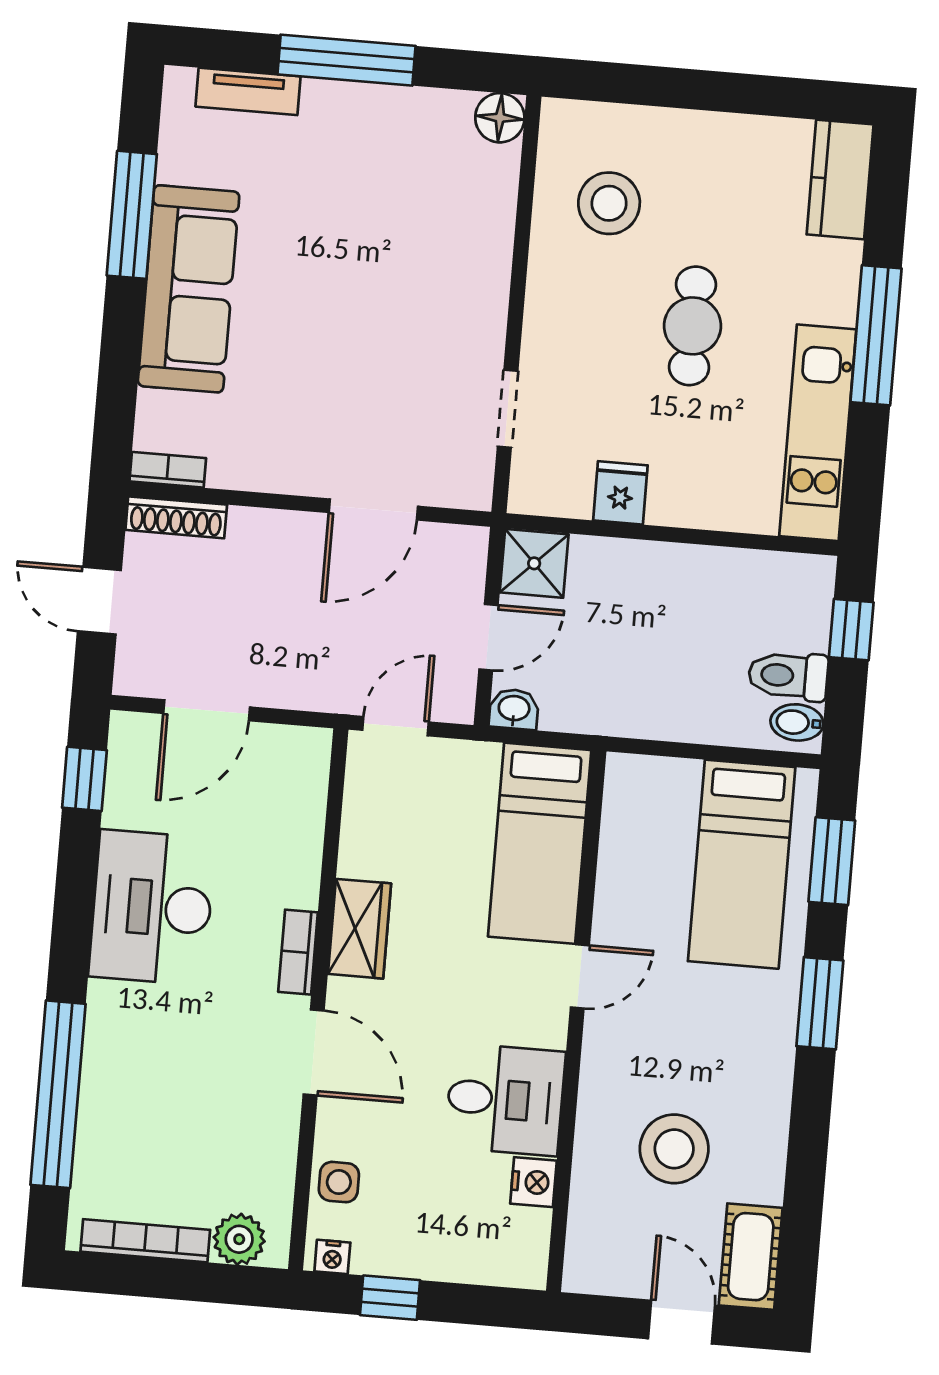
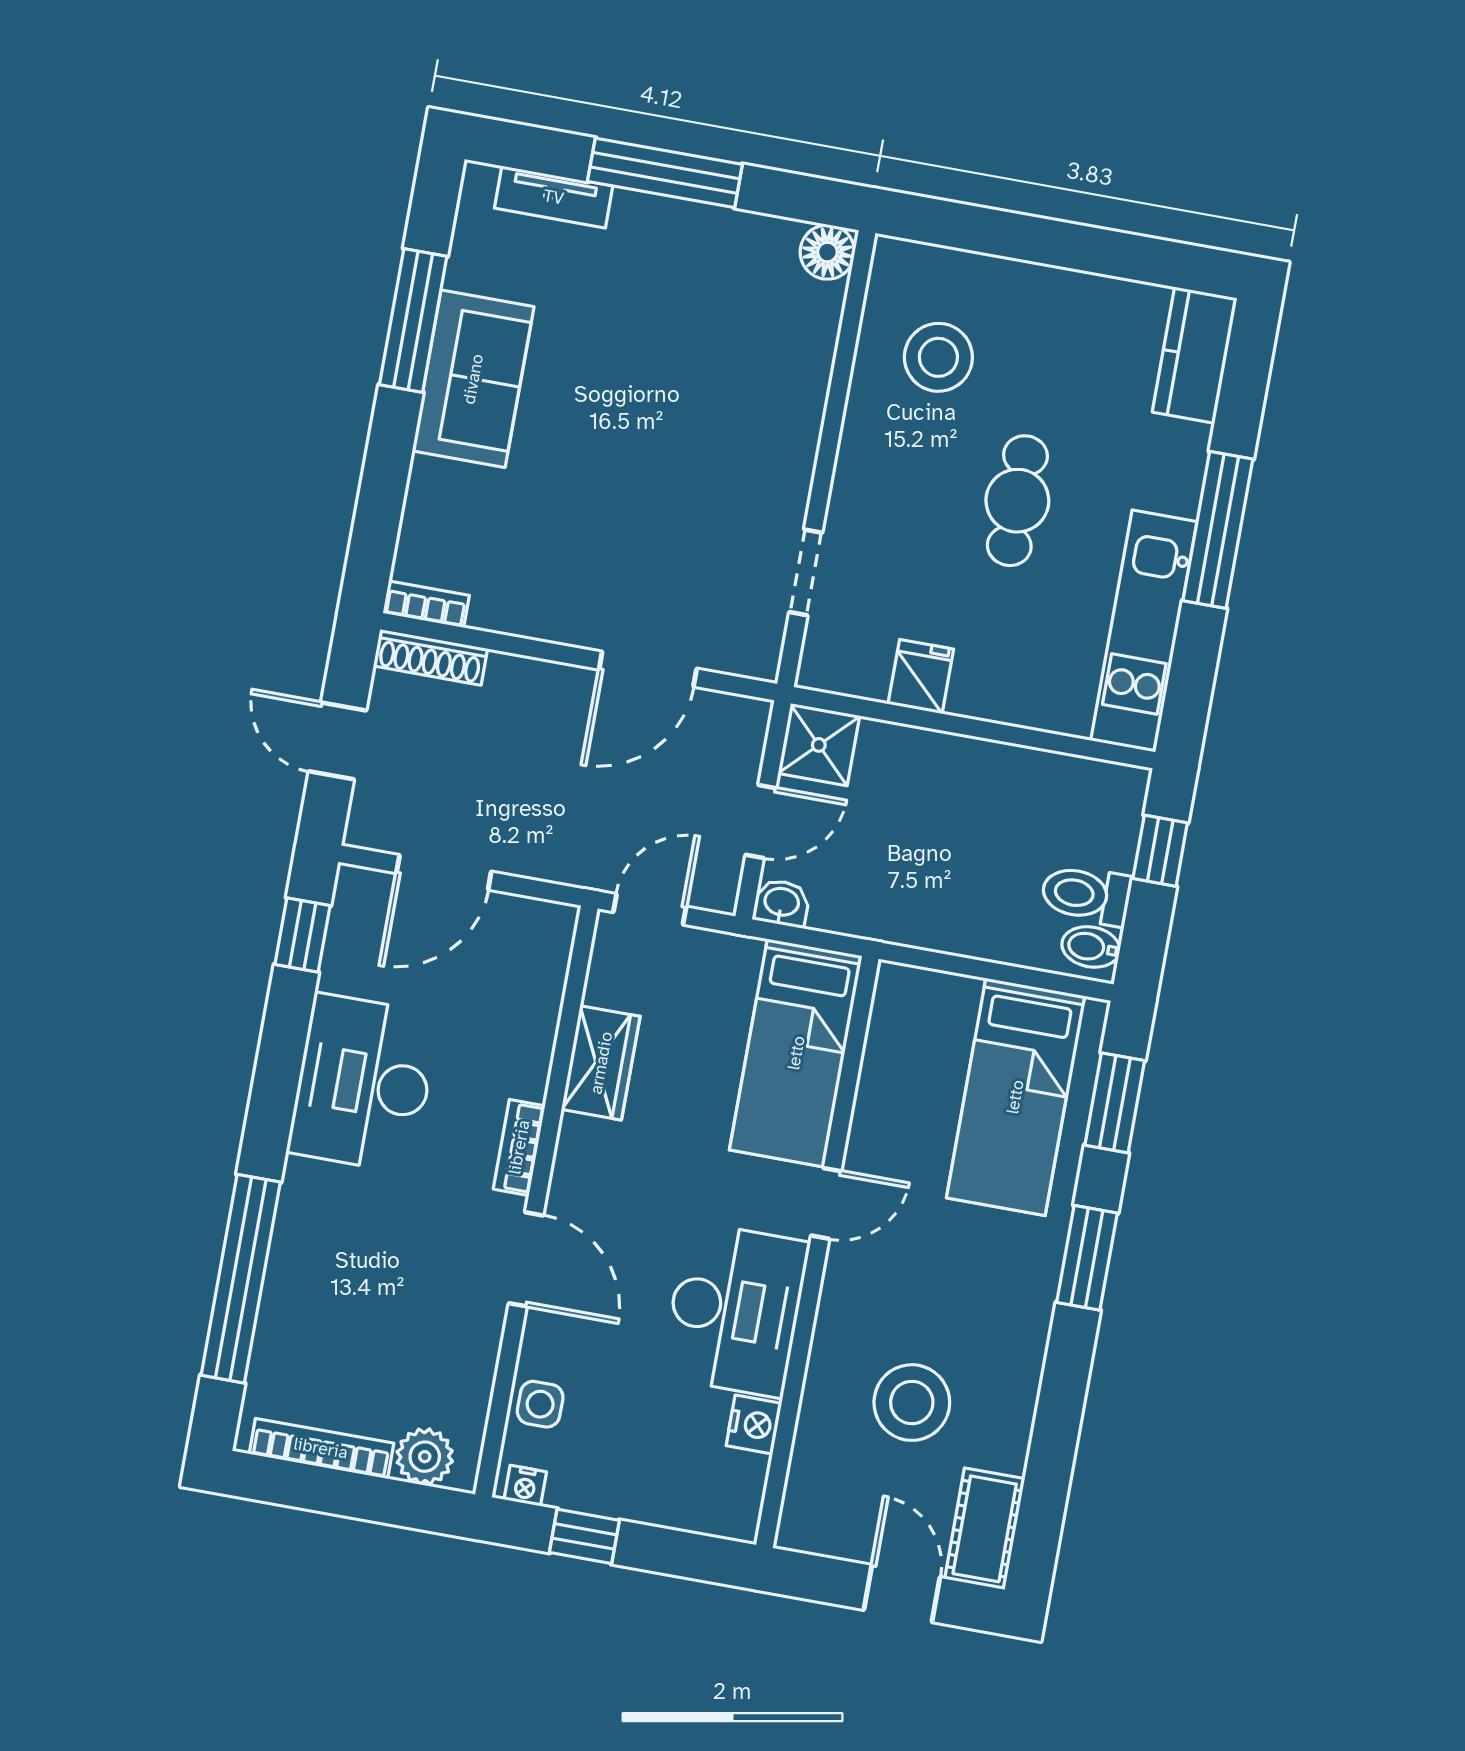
sofa: (189, 289) -> (473, 379), width x0.73
wardrobe: (359, 929) -> (601, 1063), moved
desk: (505, 1100) -> (735, 1310), width x1.37

